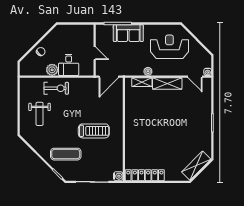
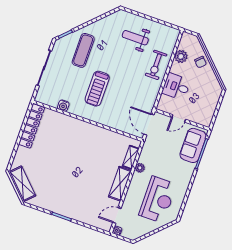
sofa: (128, 33) -> (193, 145), moved
plant: (52, 70) -> (181, 56), moved
water cooler: (118, 176) -> (63, 106), moved

